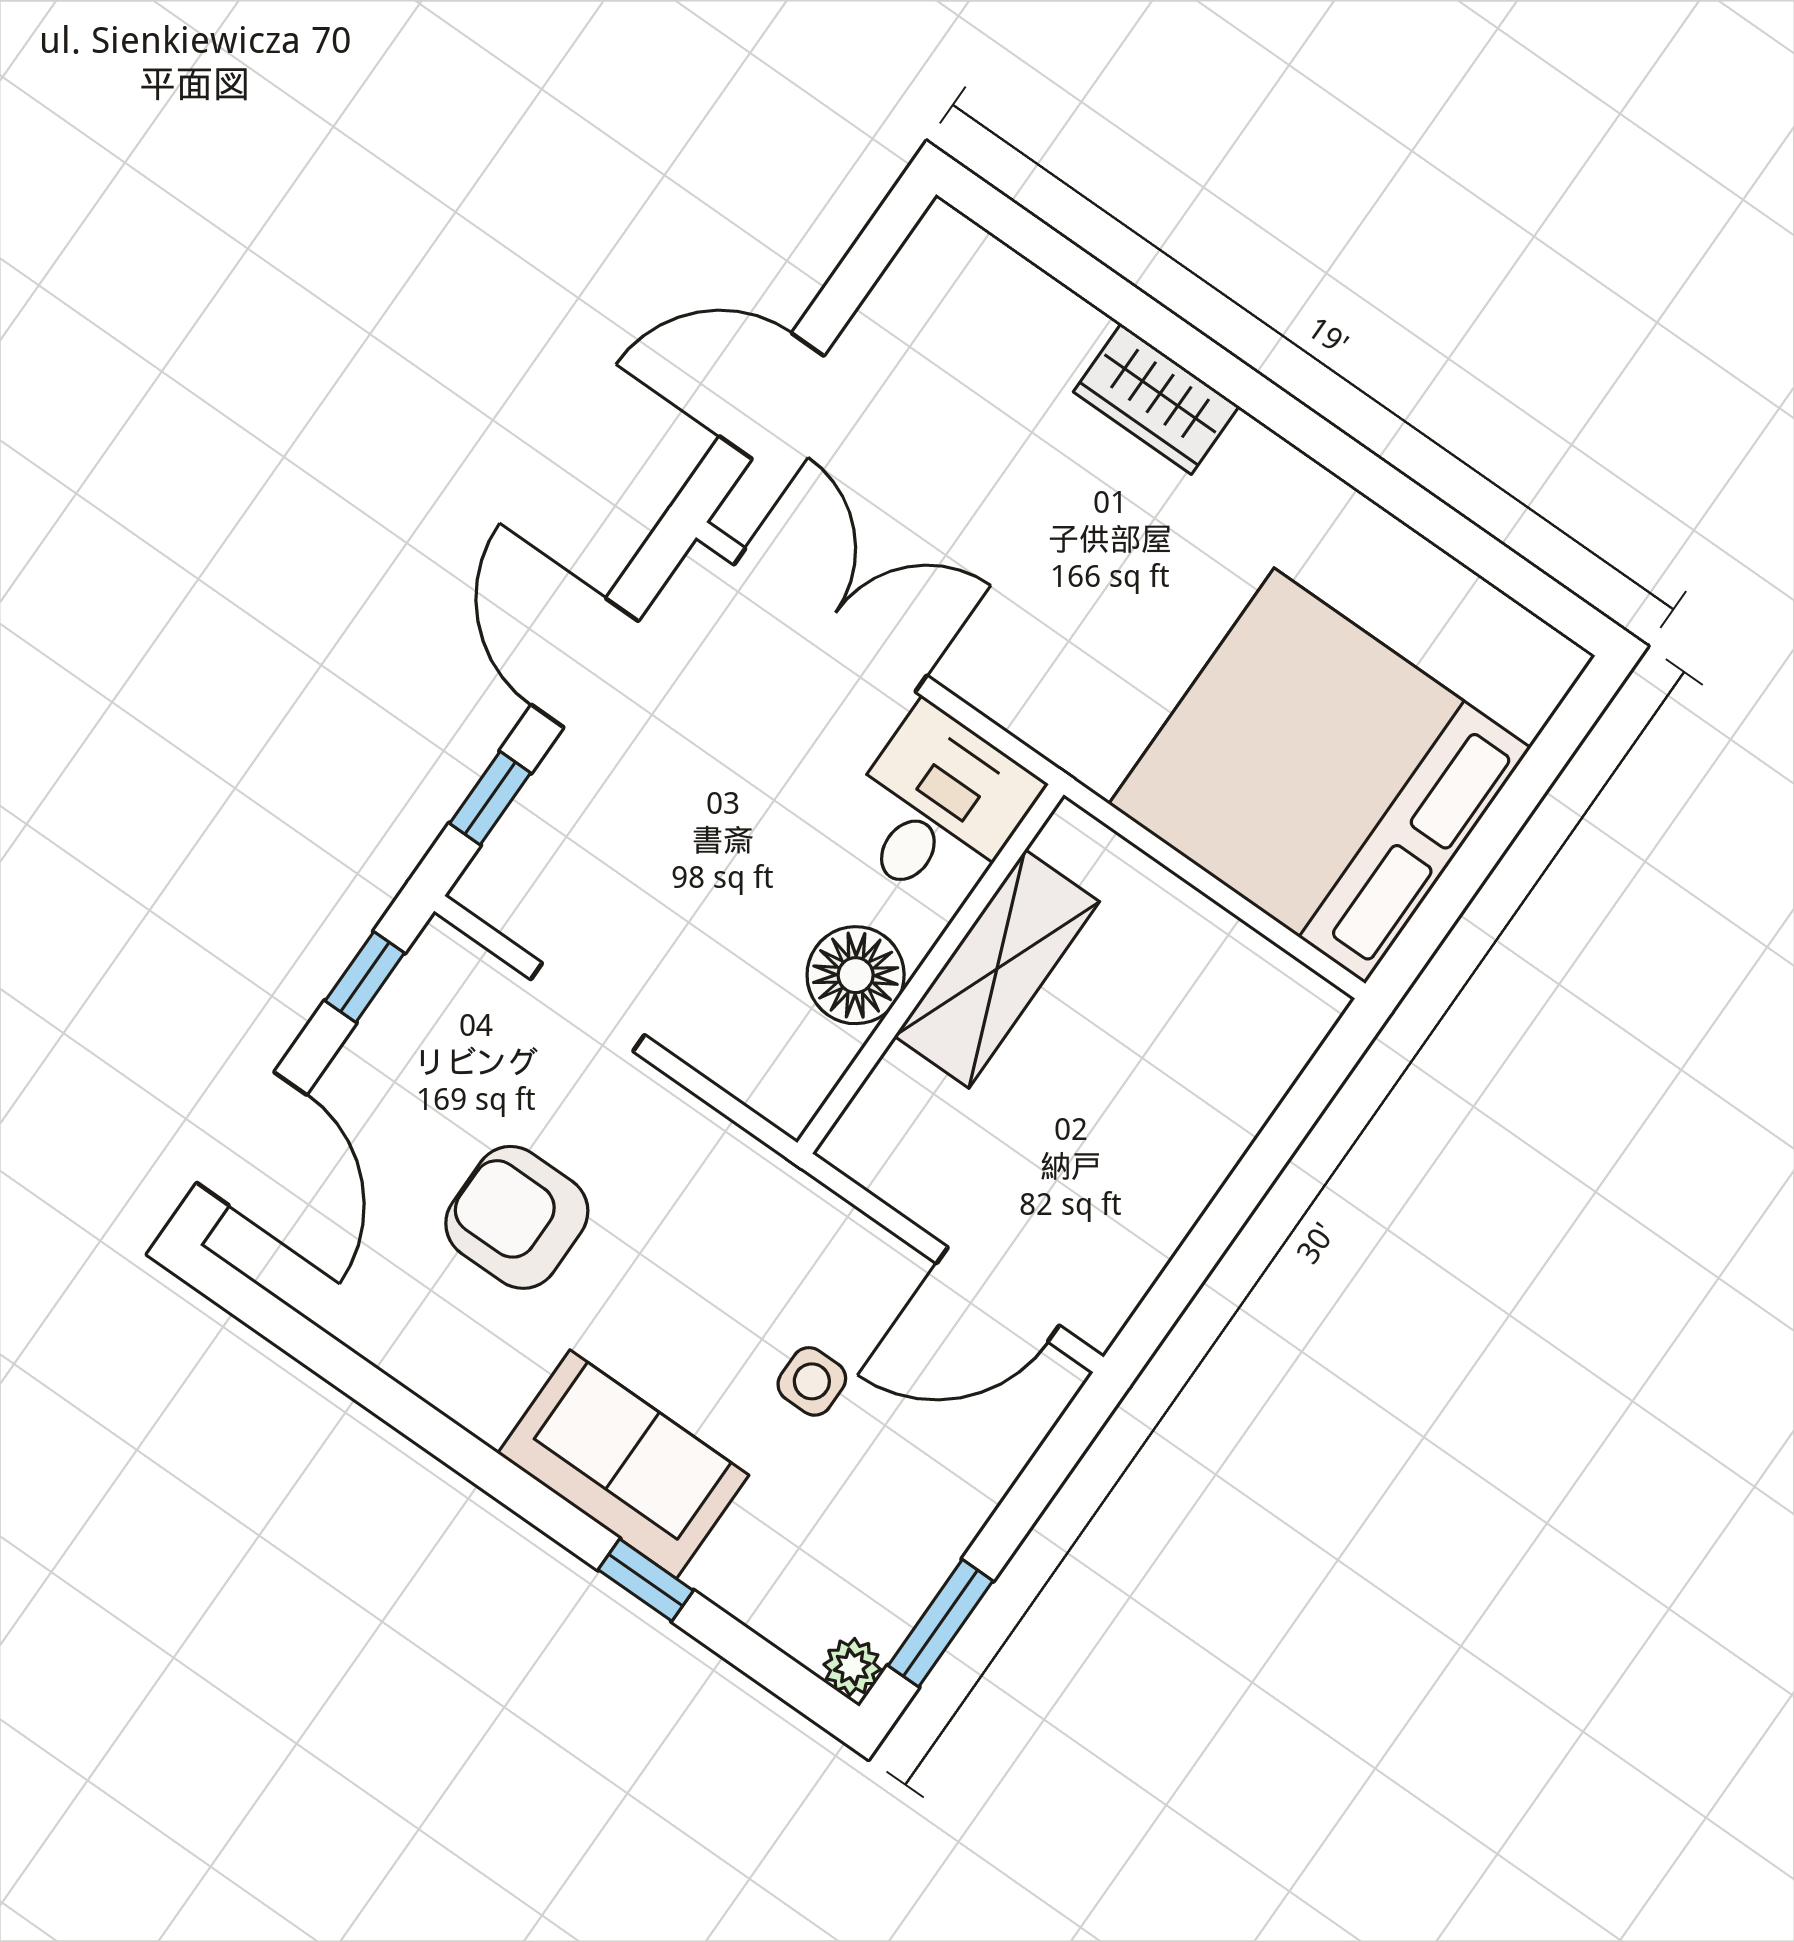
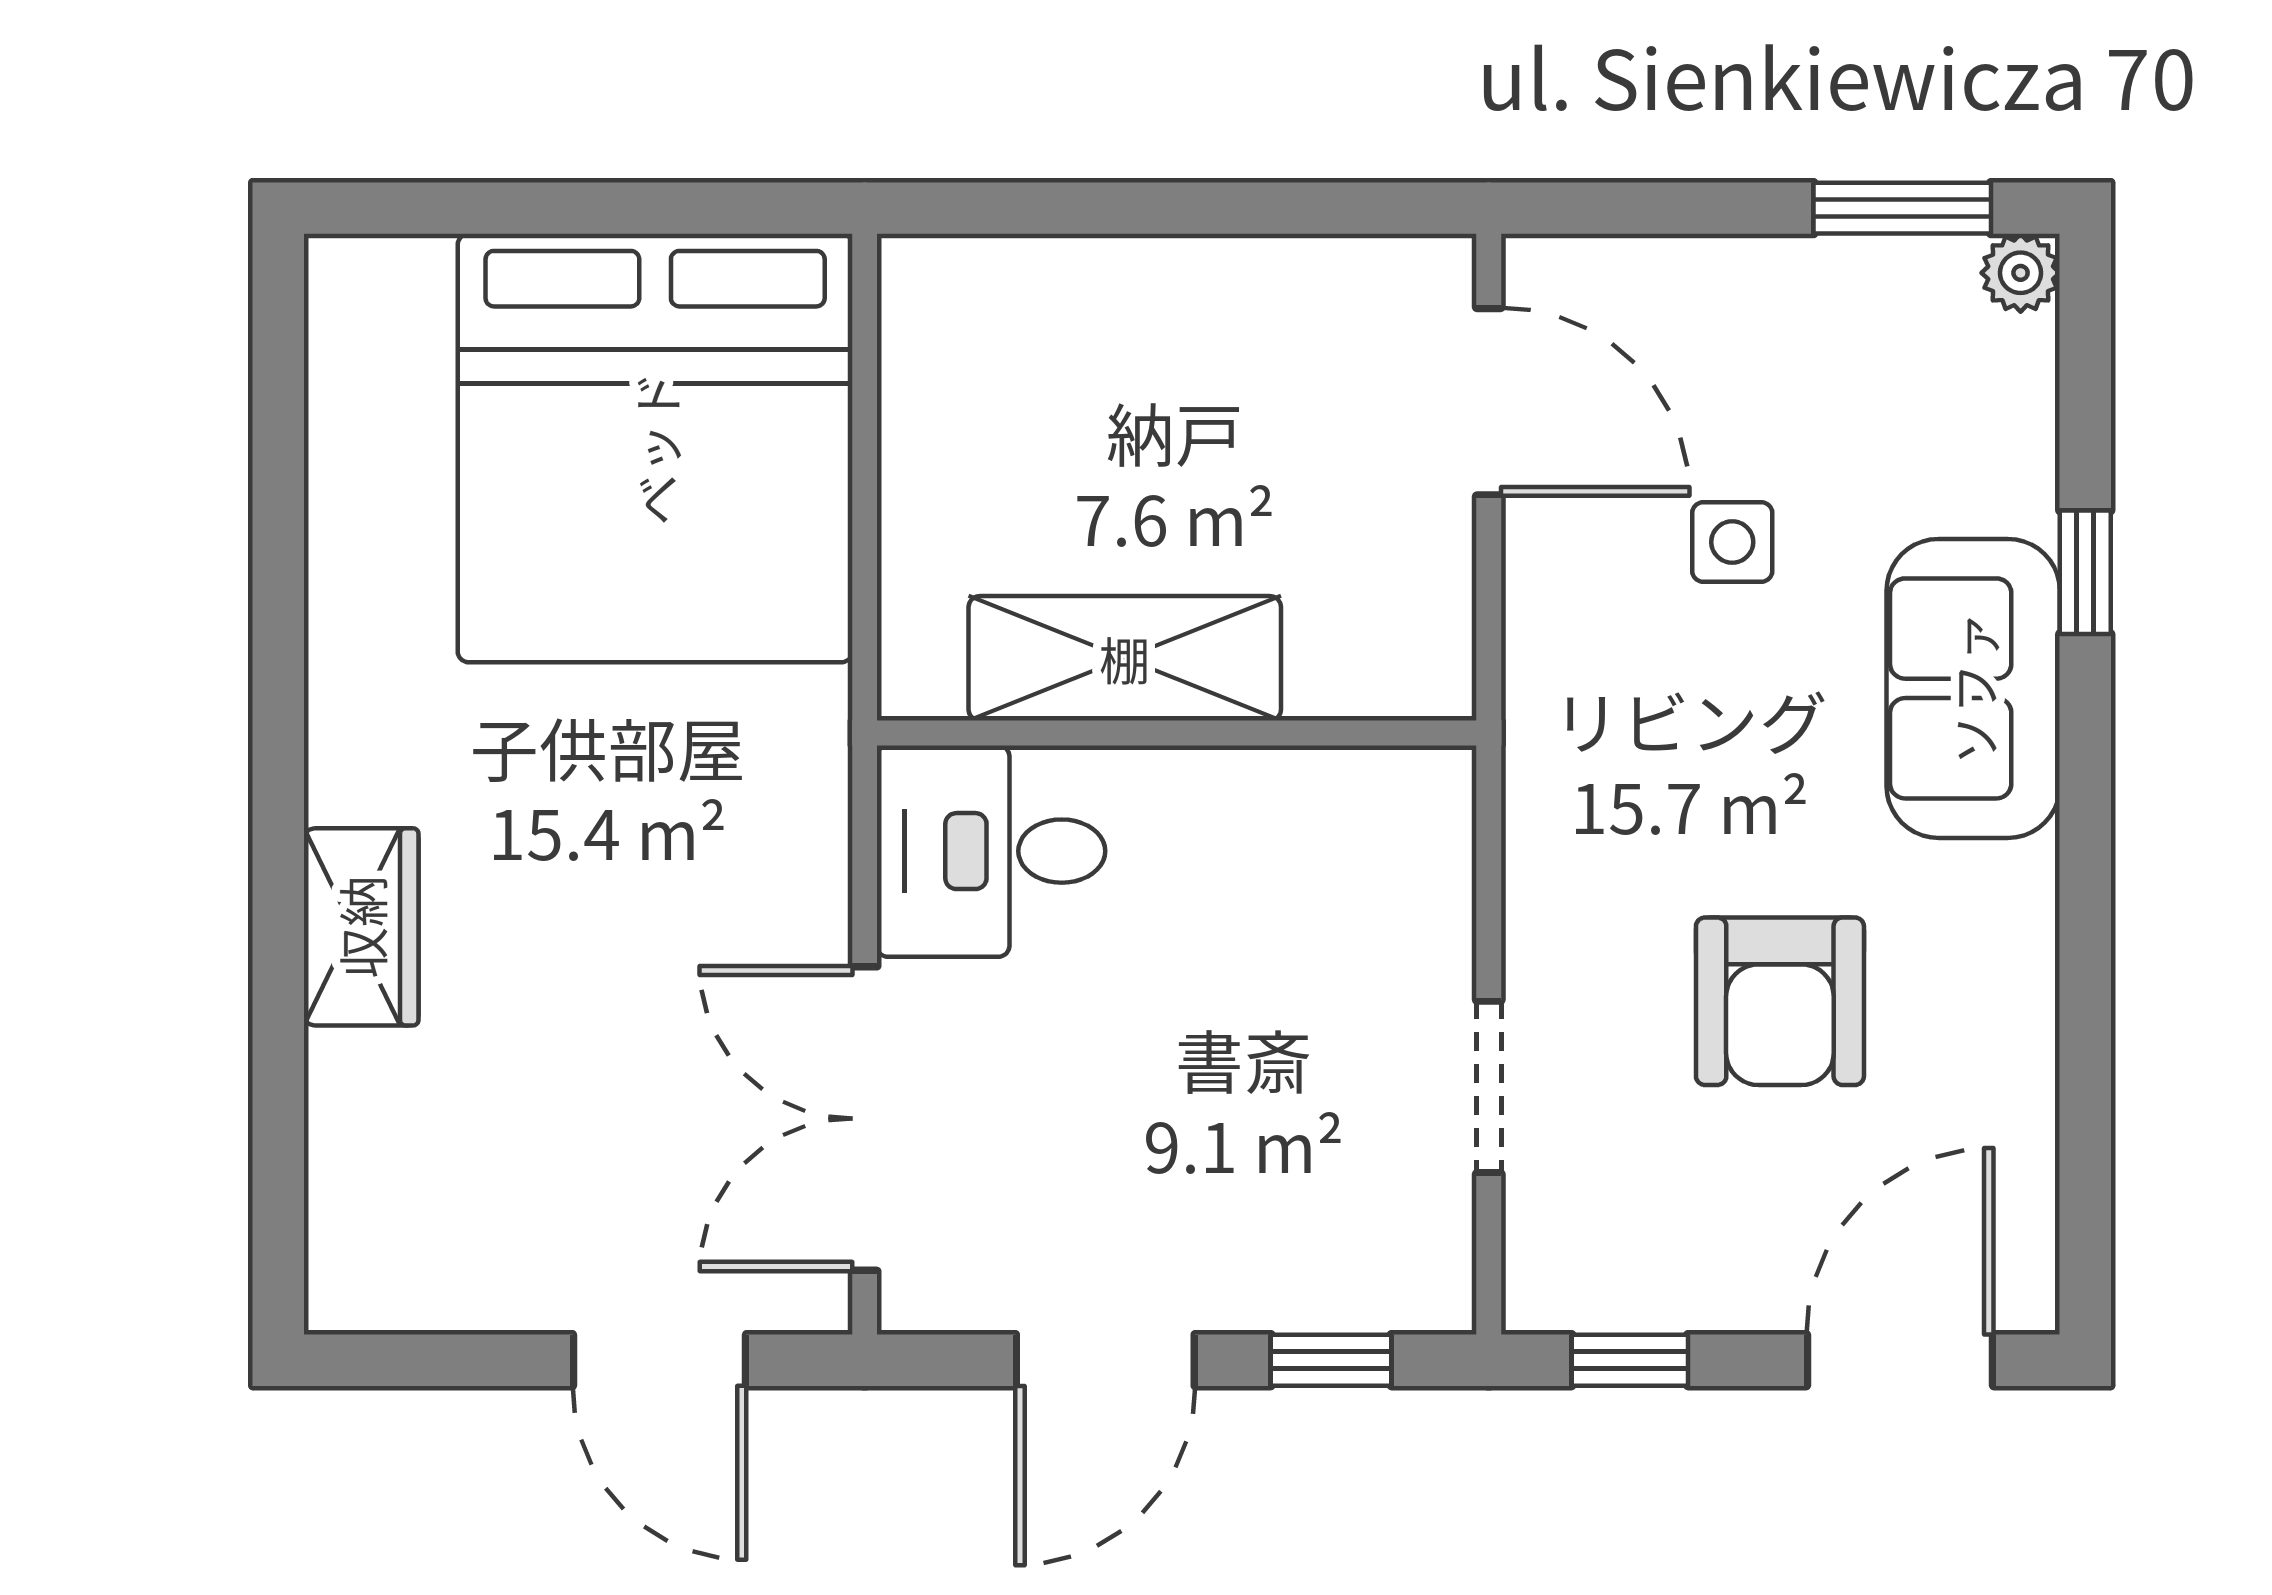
floor lamp: (856, 975) -> (1243, 812), removed

